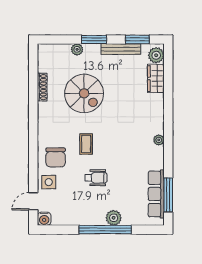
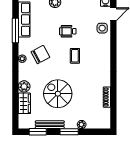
plant: (156, 55) -> (24, 86), moved
spiral stairs: (84, 93) -> (58, 94), moved
chair: (56, 157) -> (40, 55), moved, turned 62
window: (168, 195) -> (15, 30), moved

